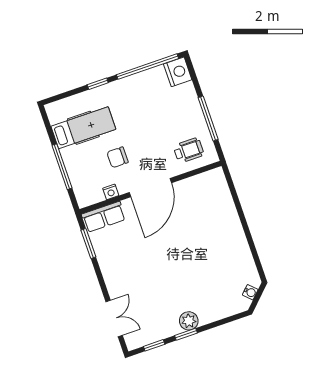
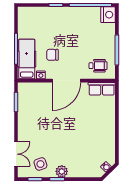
hospital bed: (83, 128) -> (27, 59), moved, turned -90
row of seats: (104, 217) -> (102, 89), moved
side table: (154, 321) -> (40, 164), added

